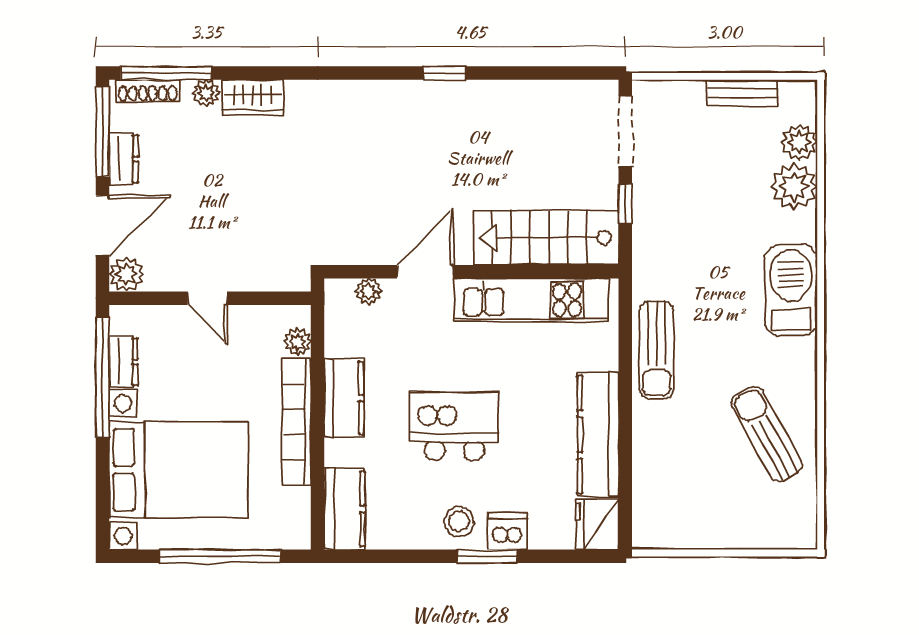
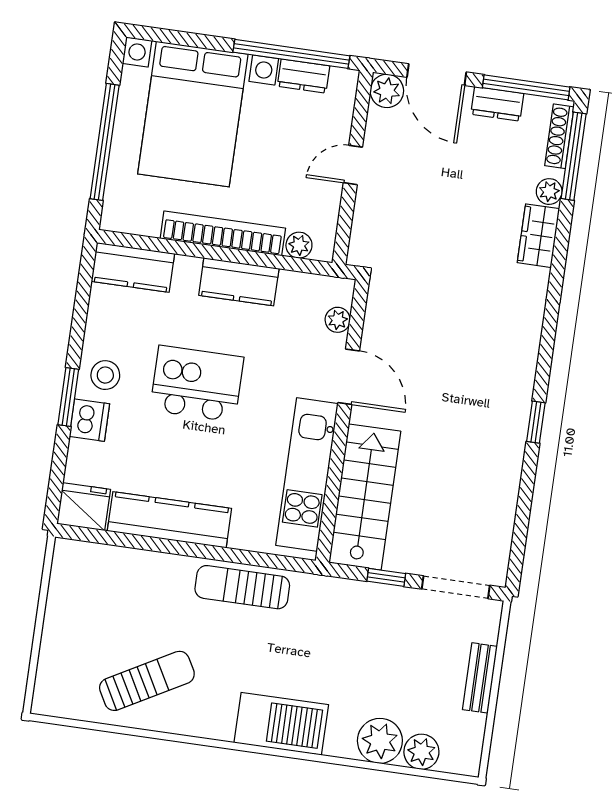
bench: (742, 93) -> (480, 678), moved
kitchen island: (454, 426) -> (197, 384), turned -90

